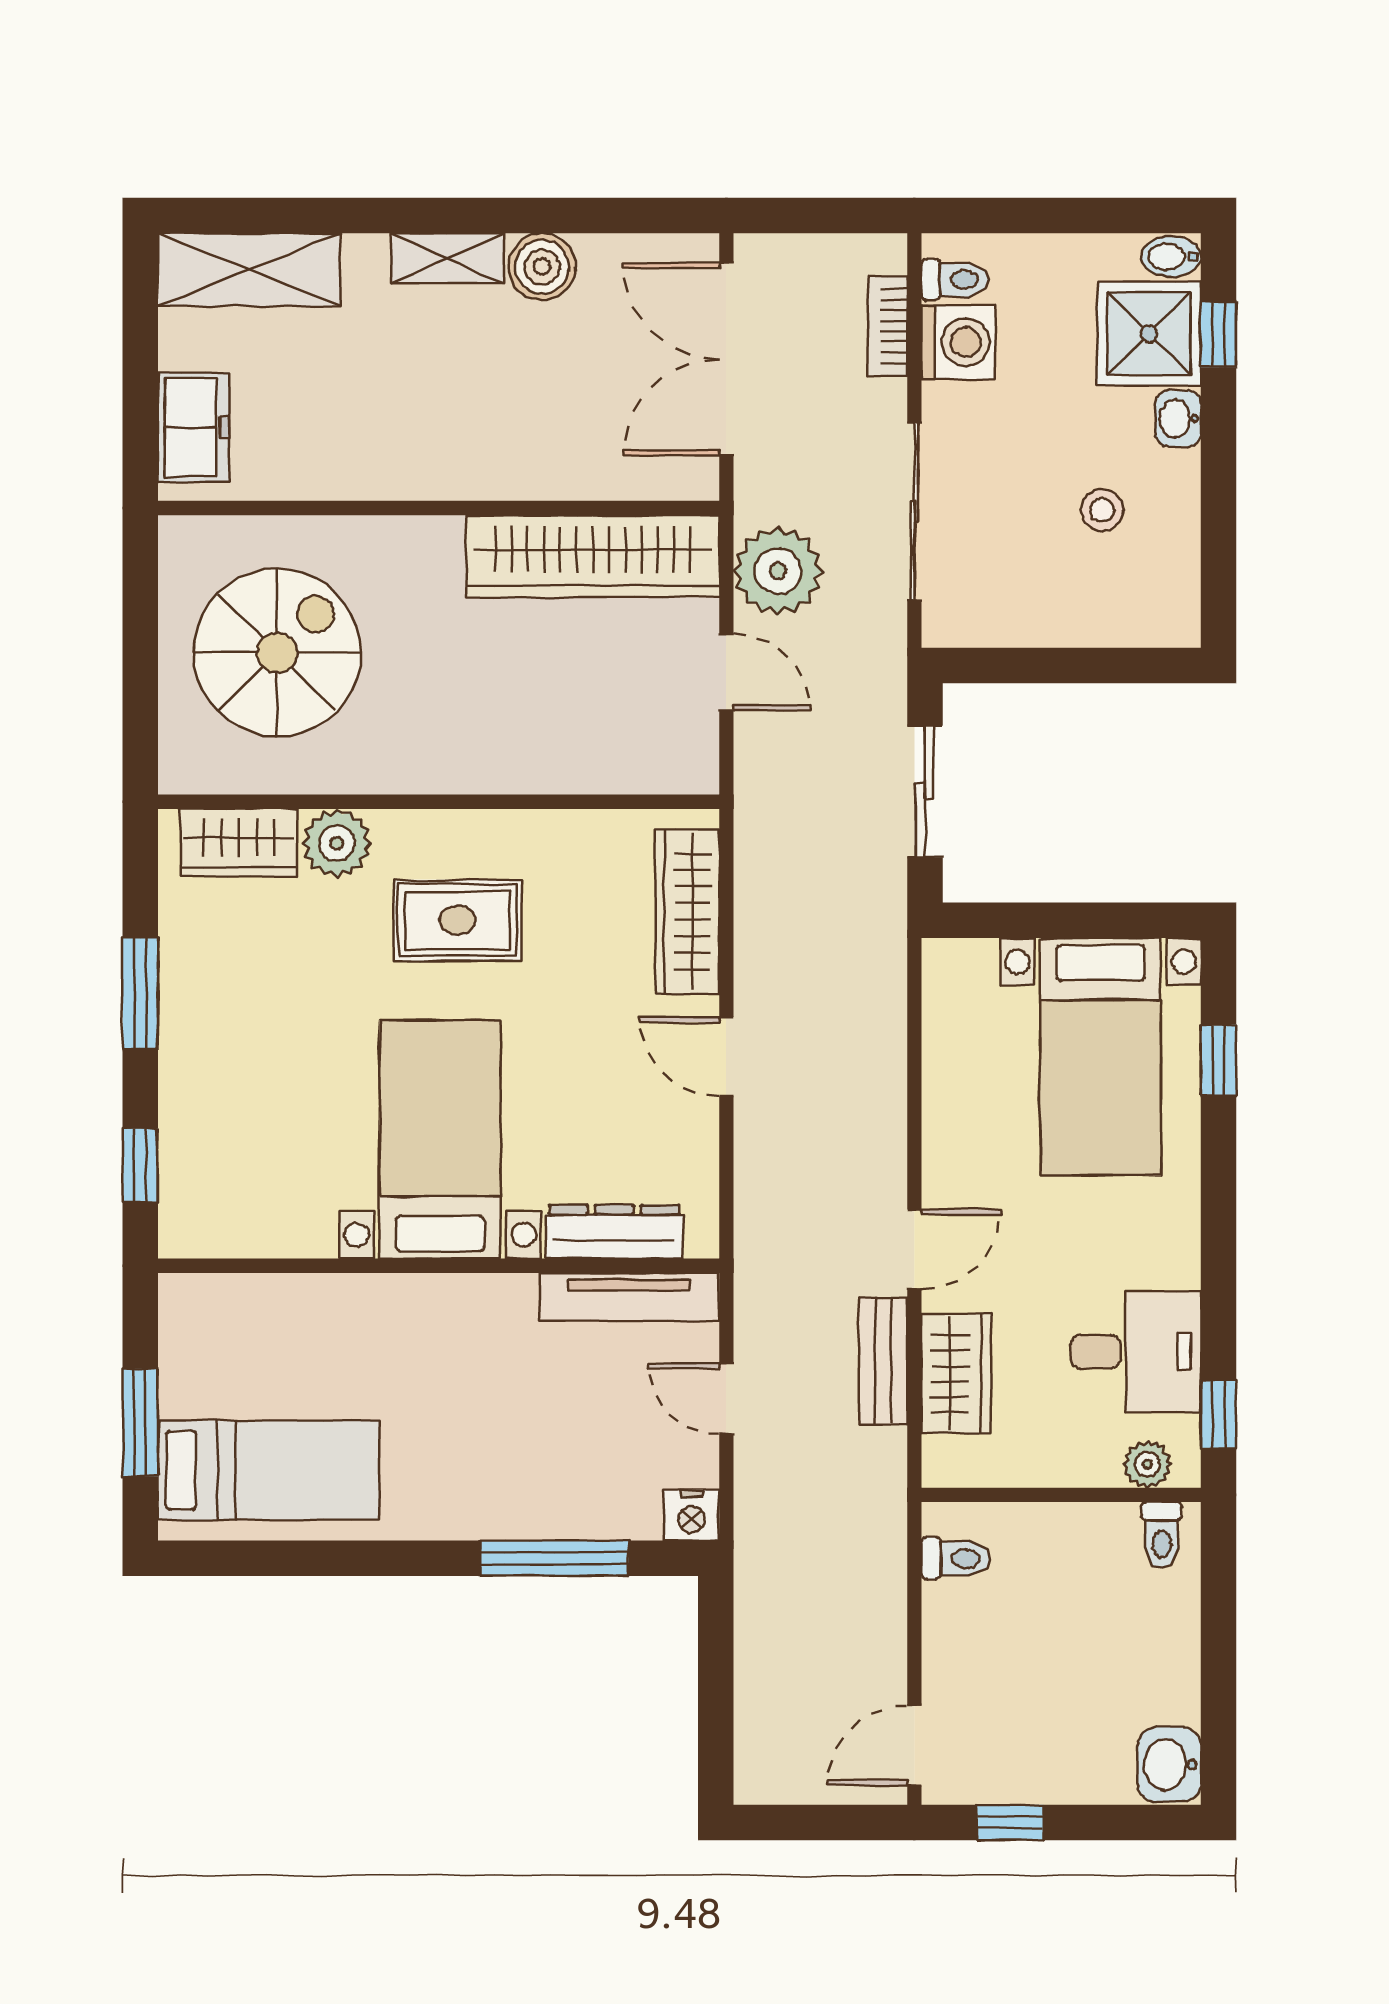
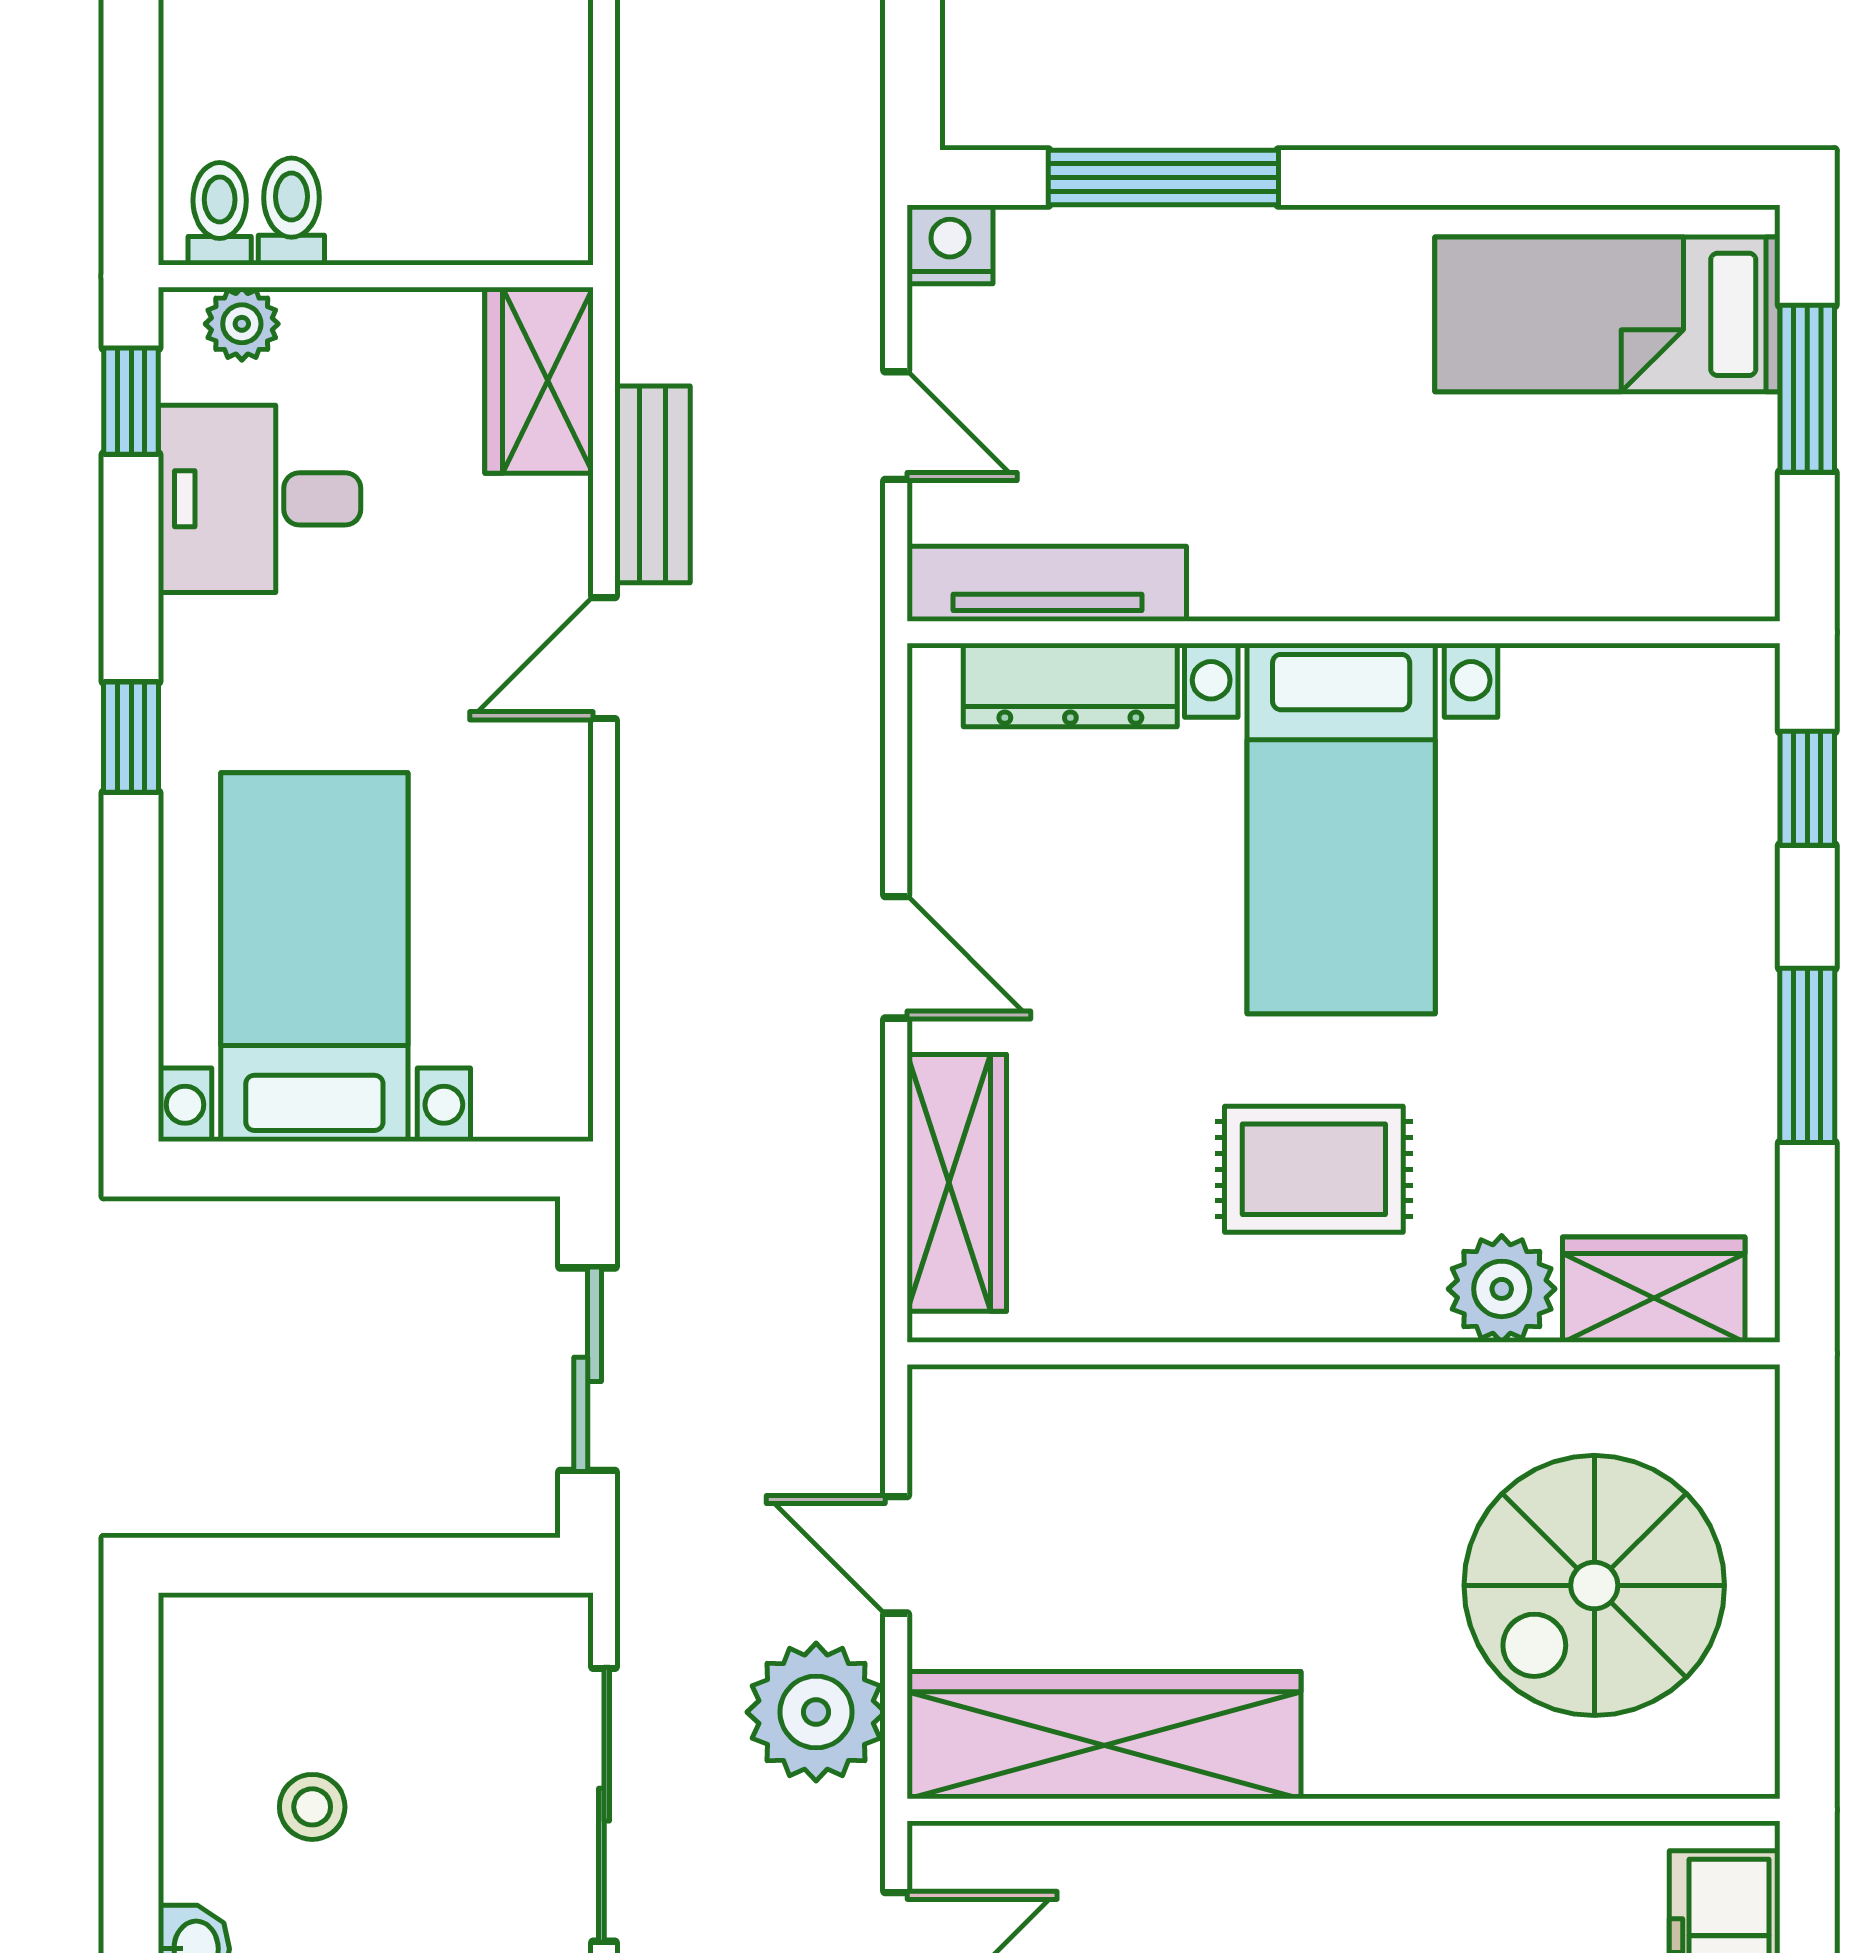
window: (1219, 1060) -> (131, 737), moved
wardrobe: (956, 1374) -> (539, 380), moved
toilet: (956, 1558) -> (291, 212), moved, turned 90

